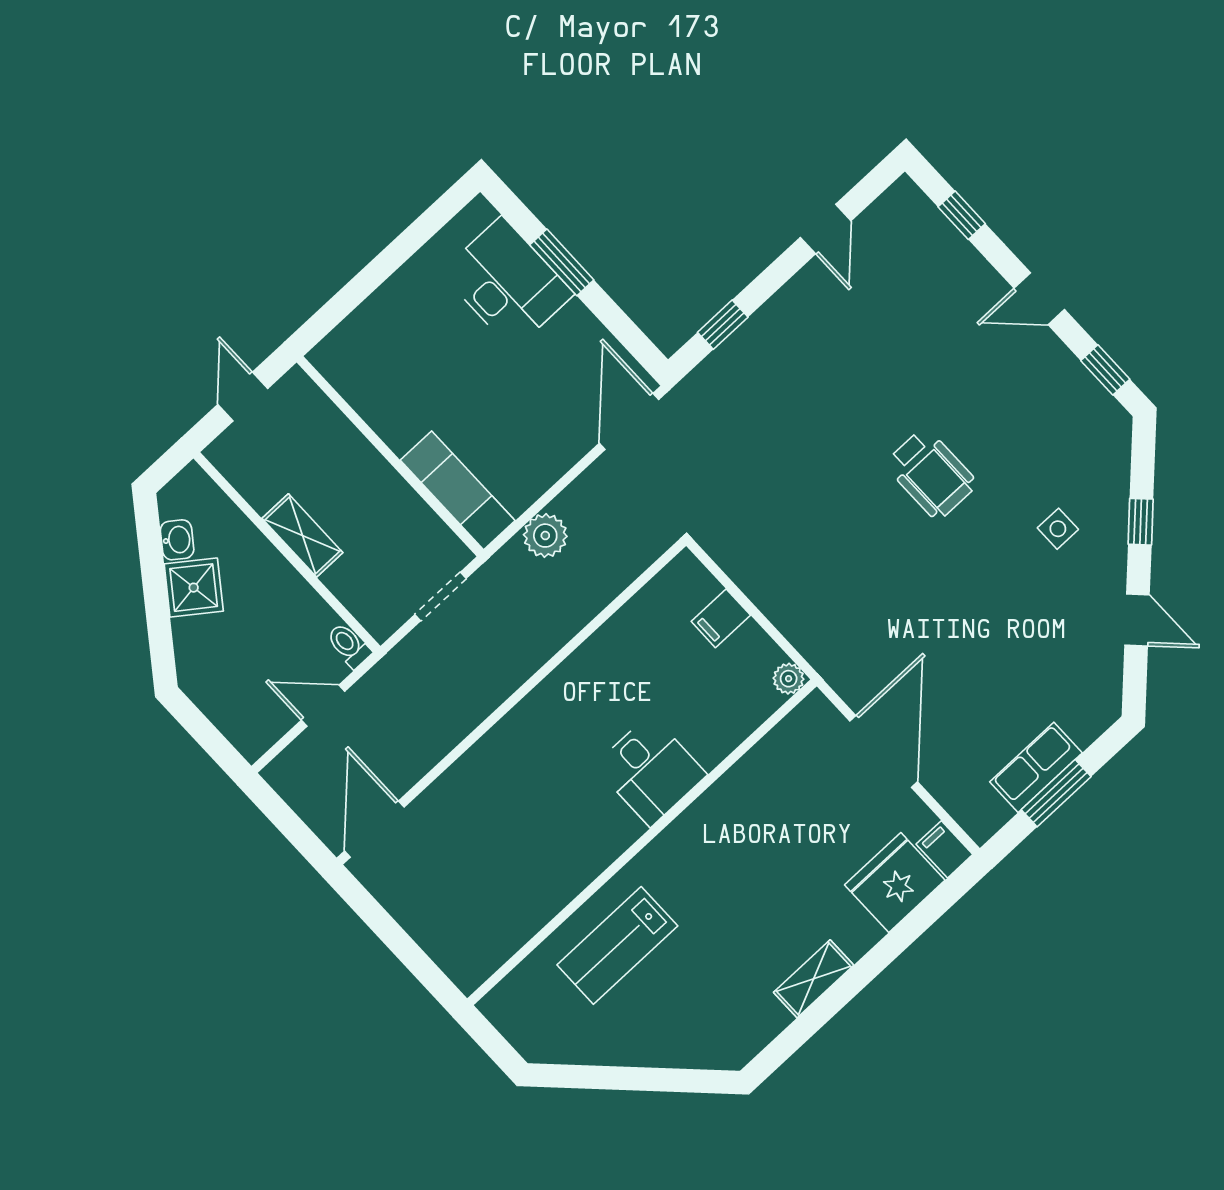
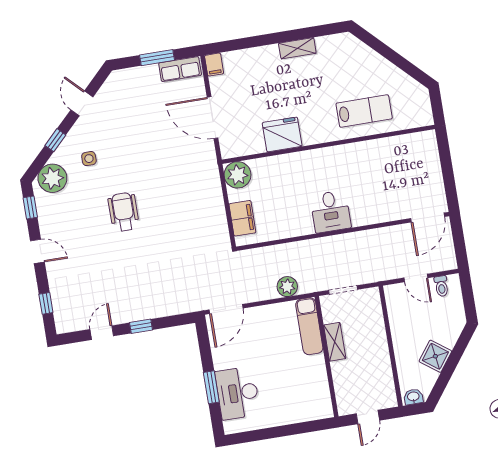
window: (723, 325) -> (141, 326), moved
plant: (1100, 449) -> (52, 178), added
shelving: (302, 535) -> (335, 342), moved
washbasin: (177, 540) -> (413, 397), moved, turned 53
filing cabinet: (721, 618) -> (242, 218), width x2.00
toilet: (349, 645) -> (441, 286), moved
plant: (789, 679) -> (238, 175), width x1.88, depth x1.88
door: (884, 751) -> (212, 118), hinge flipped
row of seats: (1036, 767) -> (180, 69), moved
desk: (650, 770) -> (331, 212), moved, turned 180
fridge: (895, 883) -> (282, 134), moved, turned 180

